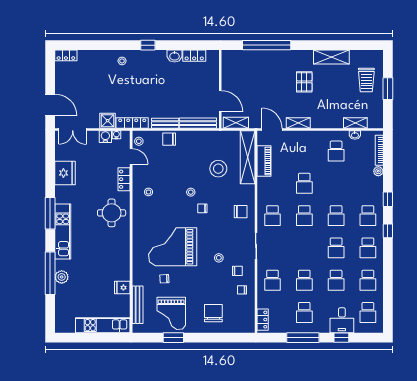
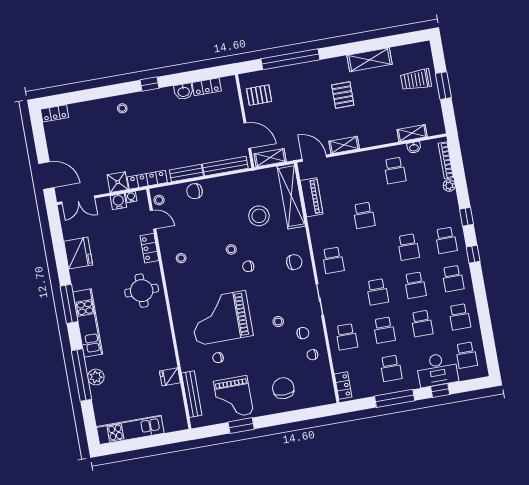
pallet: (236, 70) -> (259, 95), added
trolley: (366, 80) -> (416, 80), turned 90
school desk: (304, 216) -> (377, 292), moved
desk: (342, 320) -> (437, 370), width x1.37
kitchen unit: (103, 325) -> (130, 430), moved

